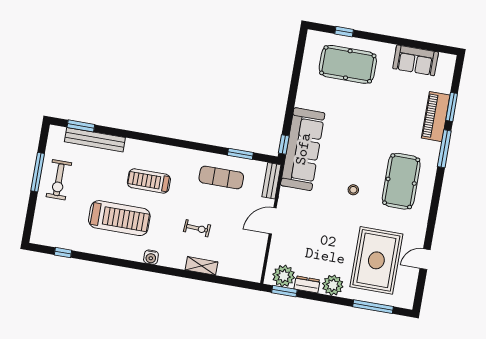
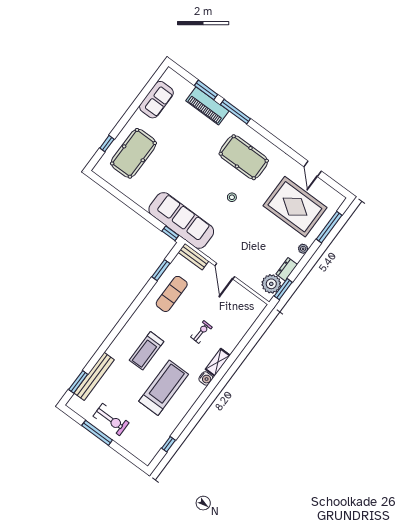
shelving: (201, 266) -> (218, 362), moved
plant: (333, 285) -> (303, 249), width x0.53, depth x0.53

